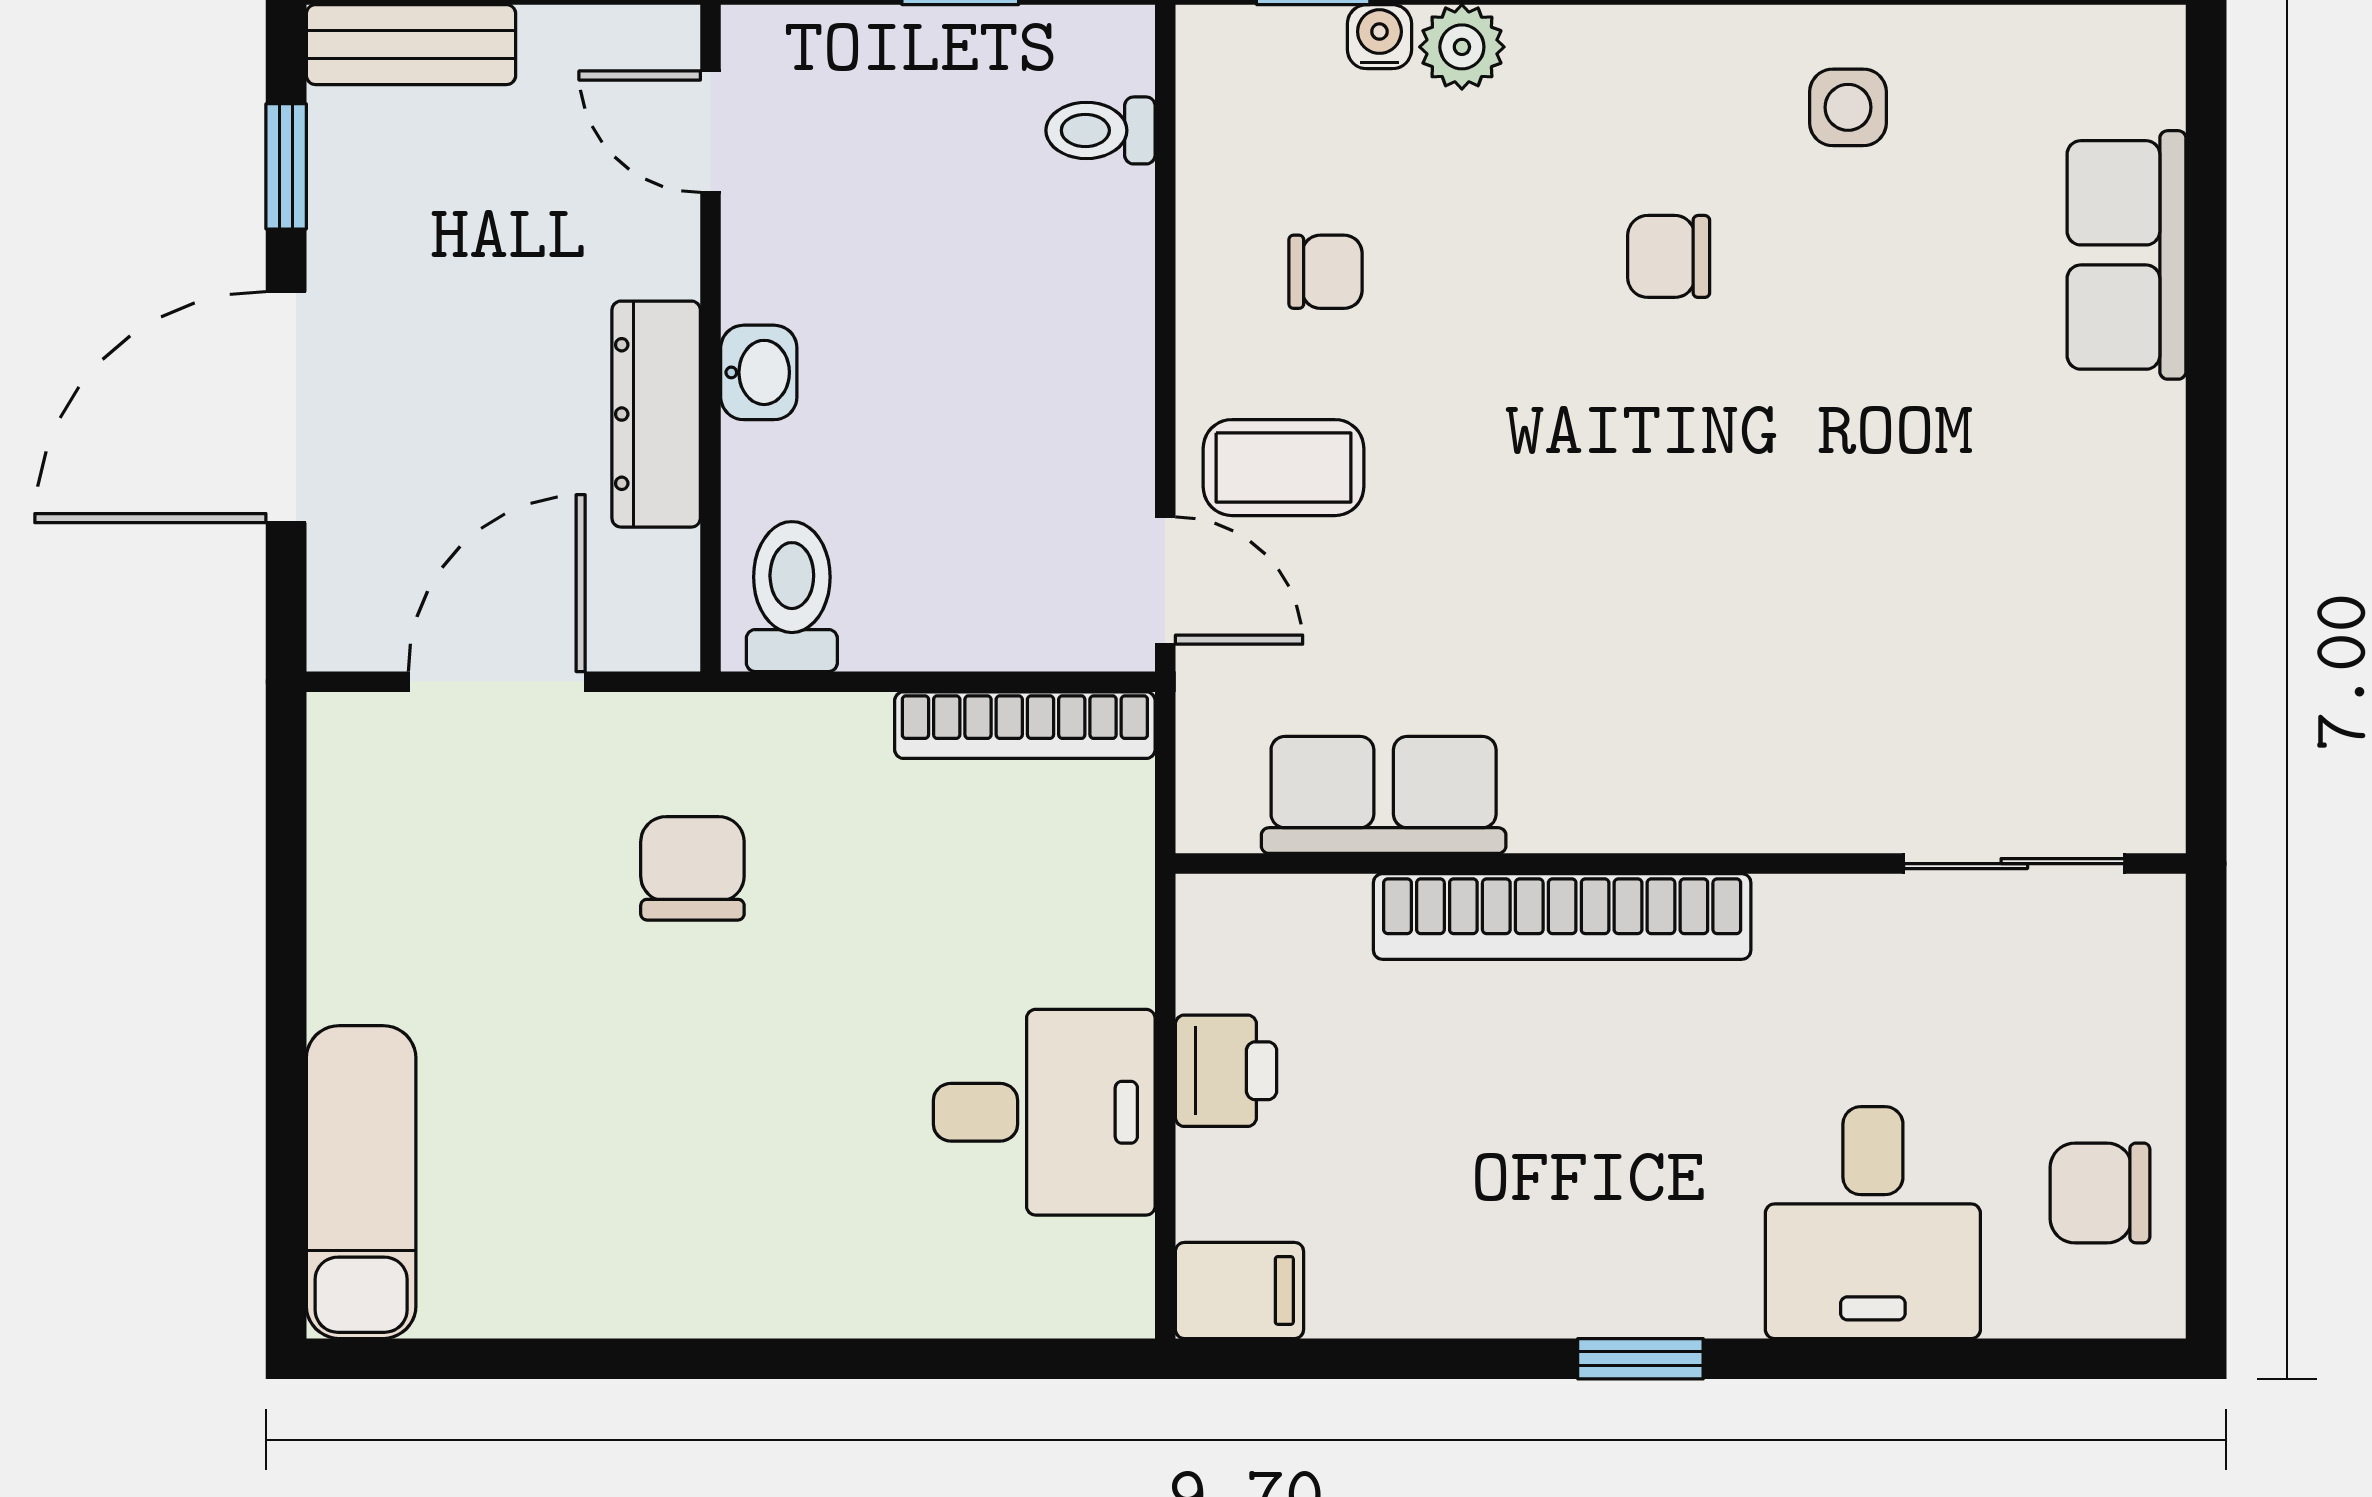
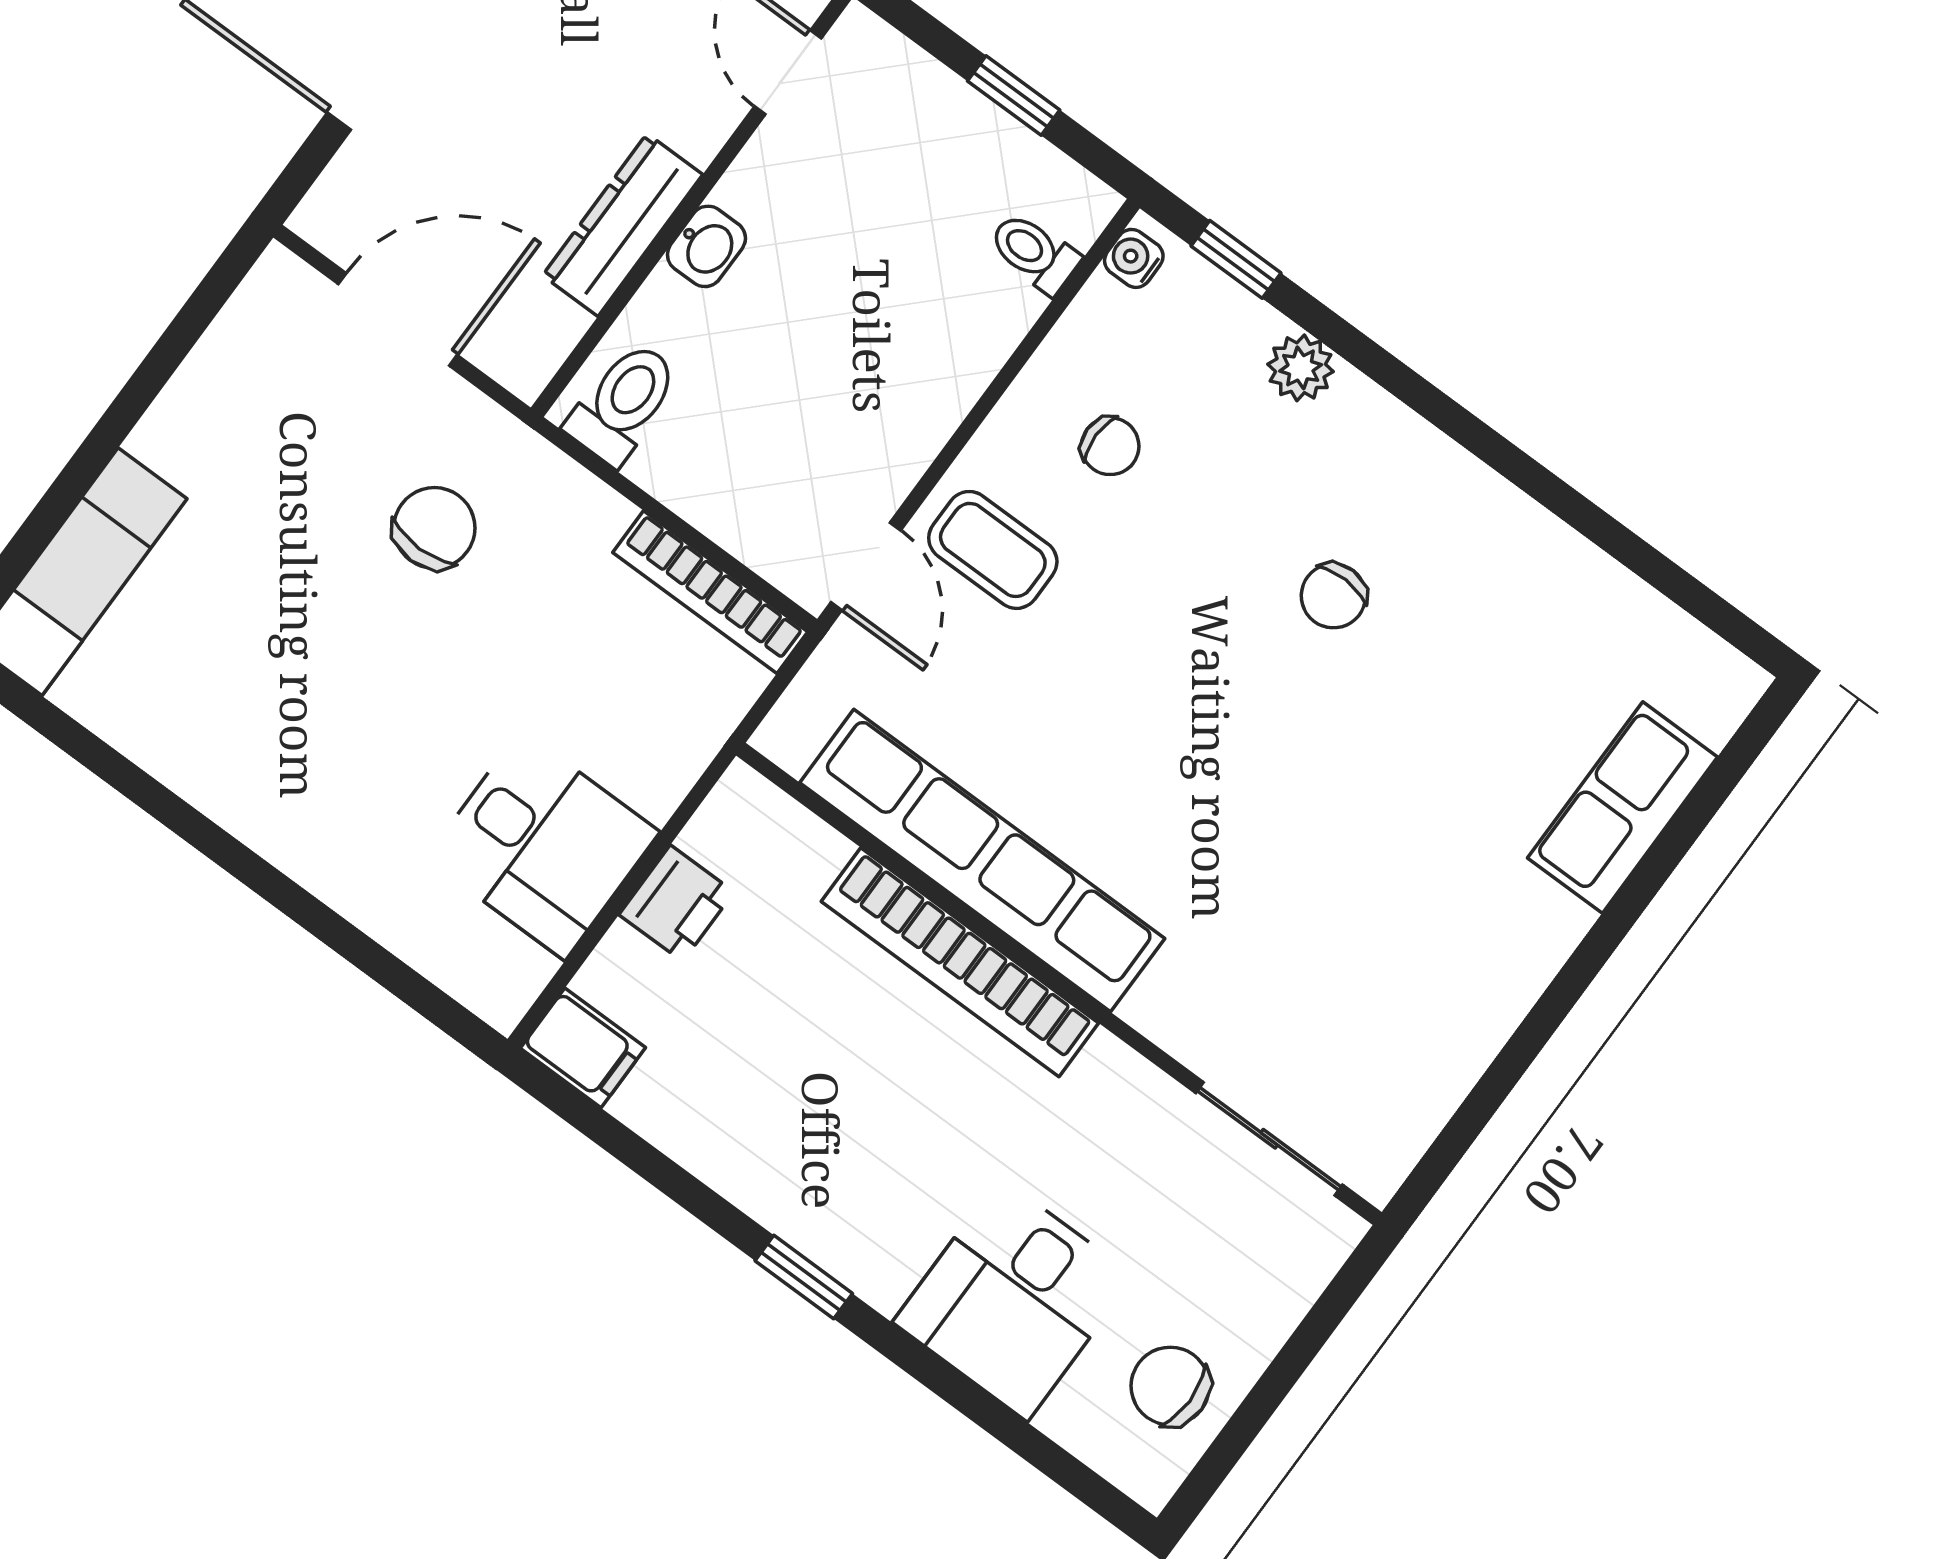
water cooler: (1379, 37) -> (1134, 258), moved, turned -90
side table: (1848, 107) -> (1516, 585), removed
chair: (1669, 256) -> (1333, 596), turned -88
row of seats: (1384, 795) -> (982, 861), width x2.02

